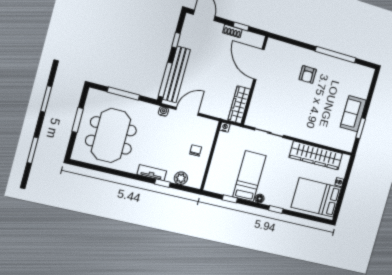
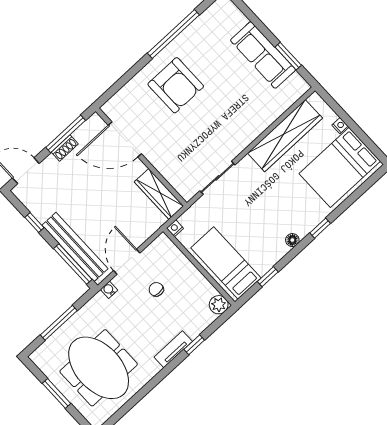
window: (241, 26) -> (66, 134), width x2.17
armchair: (308, 75) -> (176, 85), width x1.88, depth x1.88
sofa: (353, 114) -> (263, 55), width x1.36
chair: (196, 150) -> (156, 289), moved
bed: (249, 176) -> (226, 263), moved
plant: (181, 178) -> (219, 305), moved

